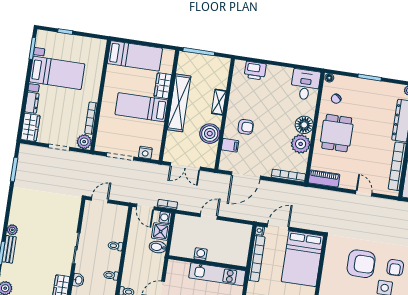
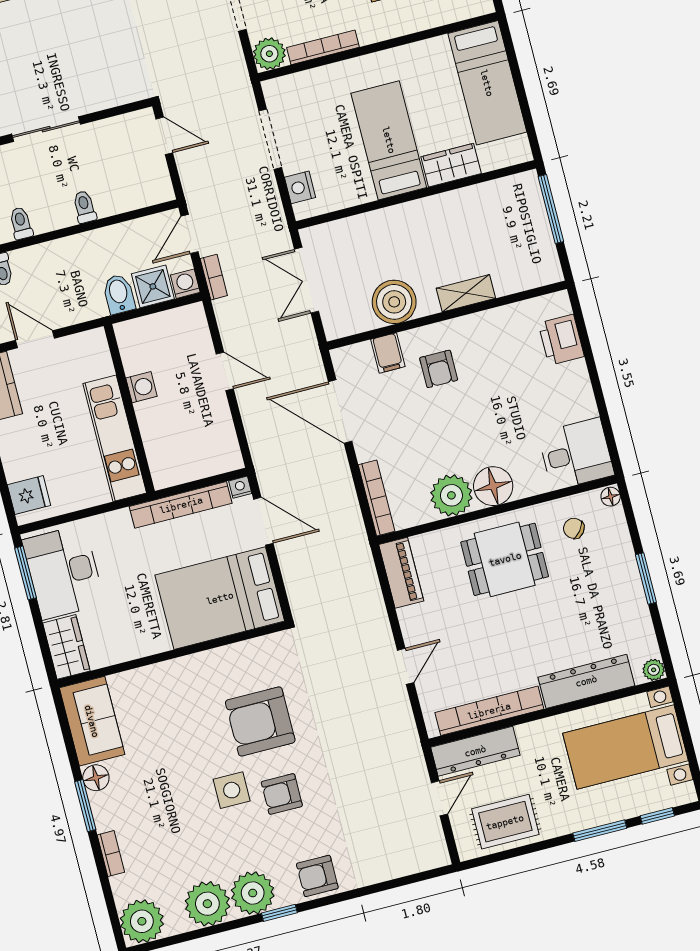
shelving: (179, 103) -> (430, 213), removed
armchair: (361, 264) -> (260, 721), turned 90

